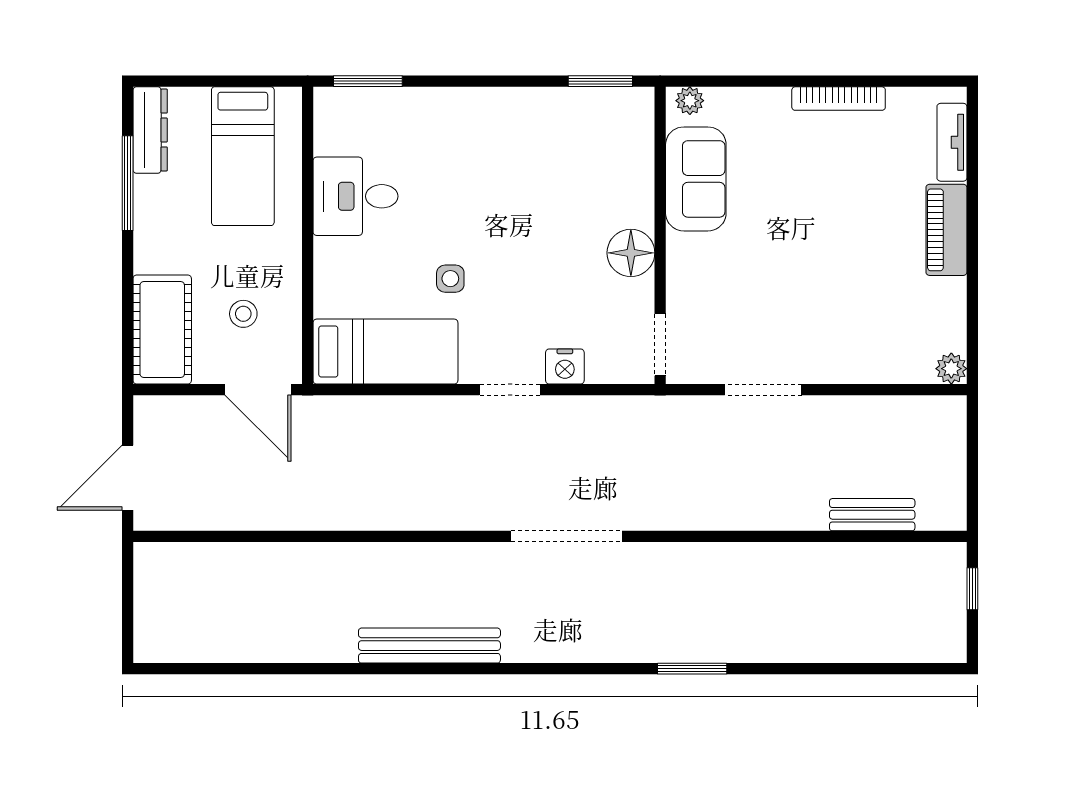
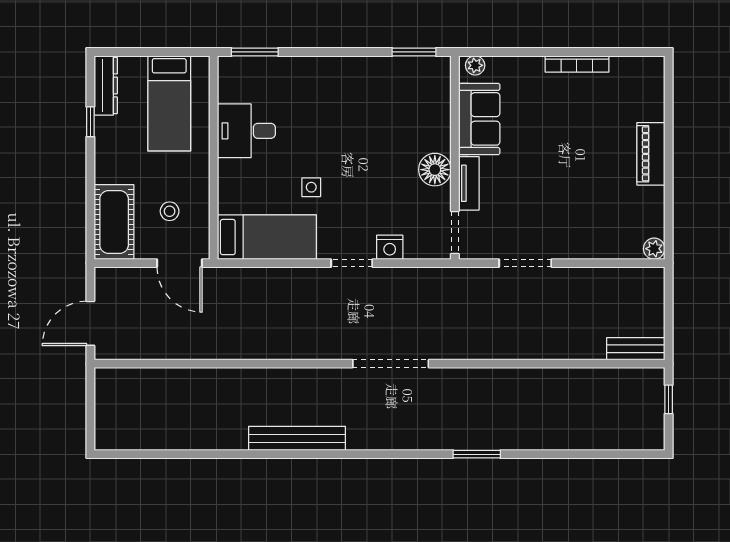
tv unit: (952, 142) -> (469, 183), moved, turned 180
window: (128, 183) -> (90, 122), width x0.46
bench: (872, 515) -> (636, 349), moved

